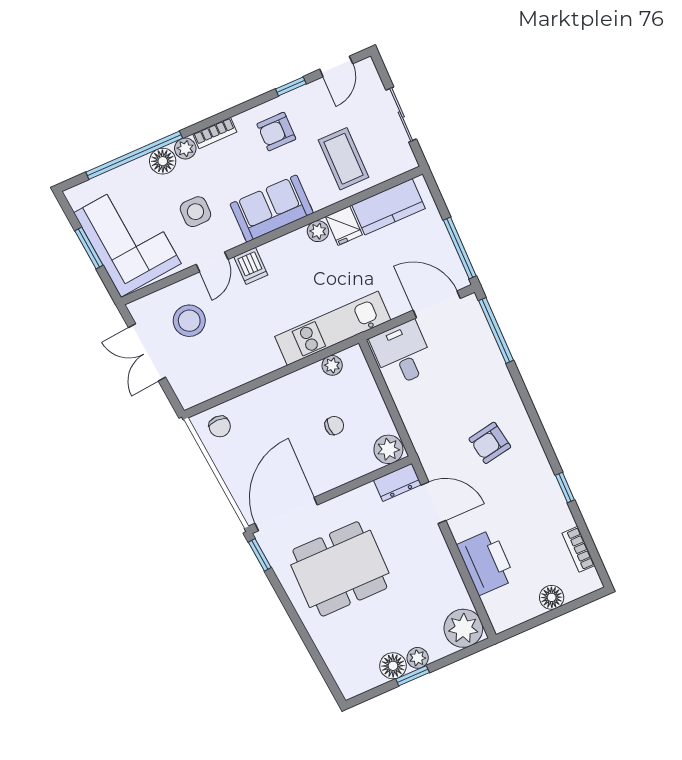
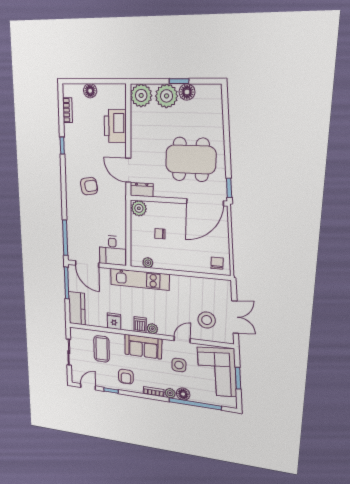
armchair: (276, 132) -> (126, 377), turned 90
kitchen counter: (389, 207) -> (77, 308), moved, turned 90
plant: (318, 231) -> (152, 329), moved
dishwasher: (251, 266) -> (140, 325), moved
plant: (418, 658) -> (167, 96), width x1.88, depth x1.88

